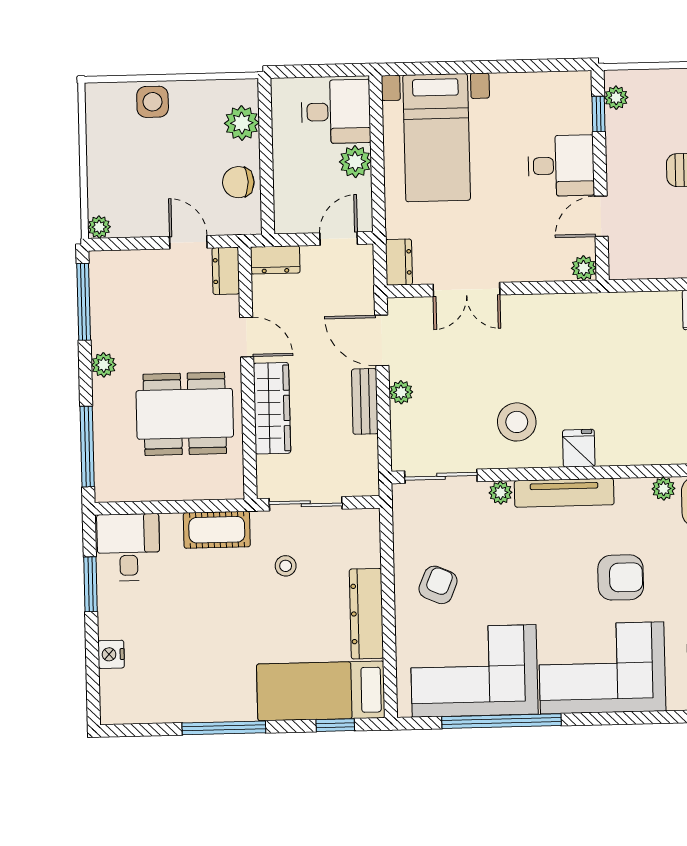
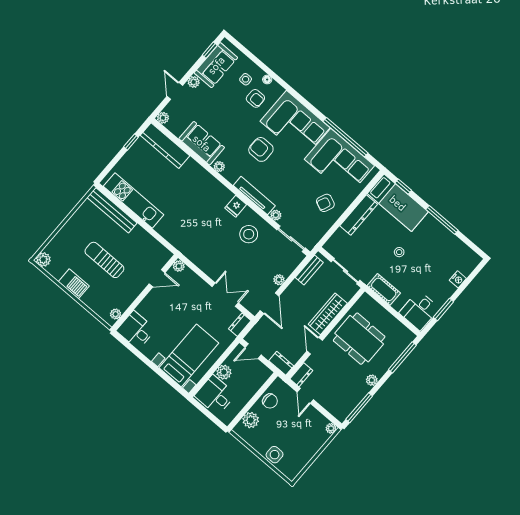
window: (599, 114) -> (127, 314), removed
desk: (561, 166) -> (136, 330), moved
bench: (365, 401) -> (309, 270), moved
stool: (286, 566) -> (399, 252), moved

